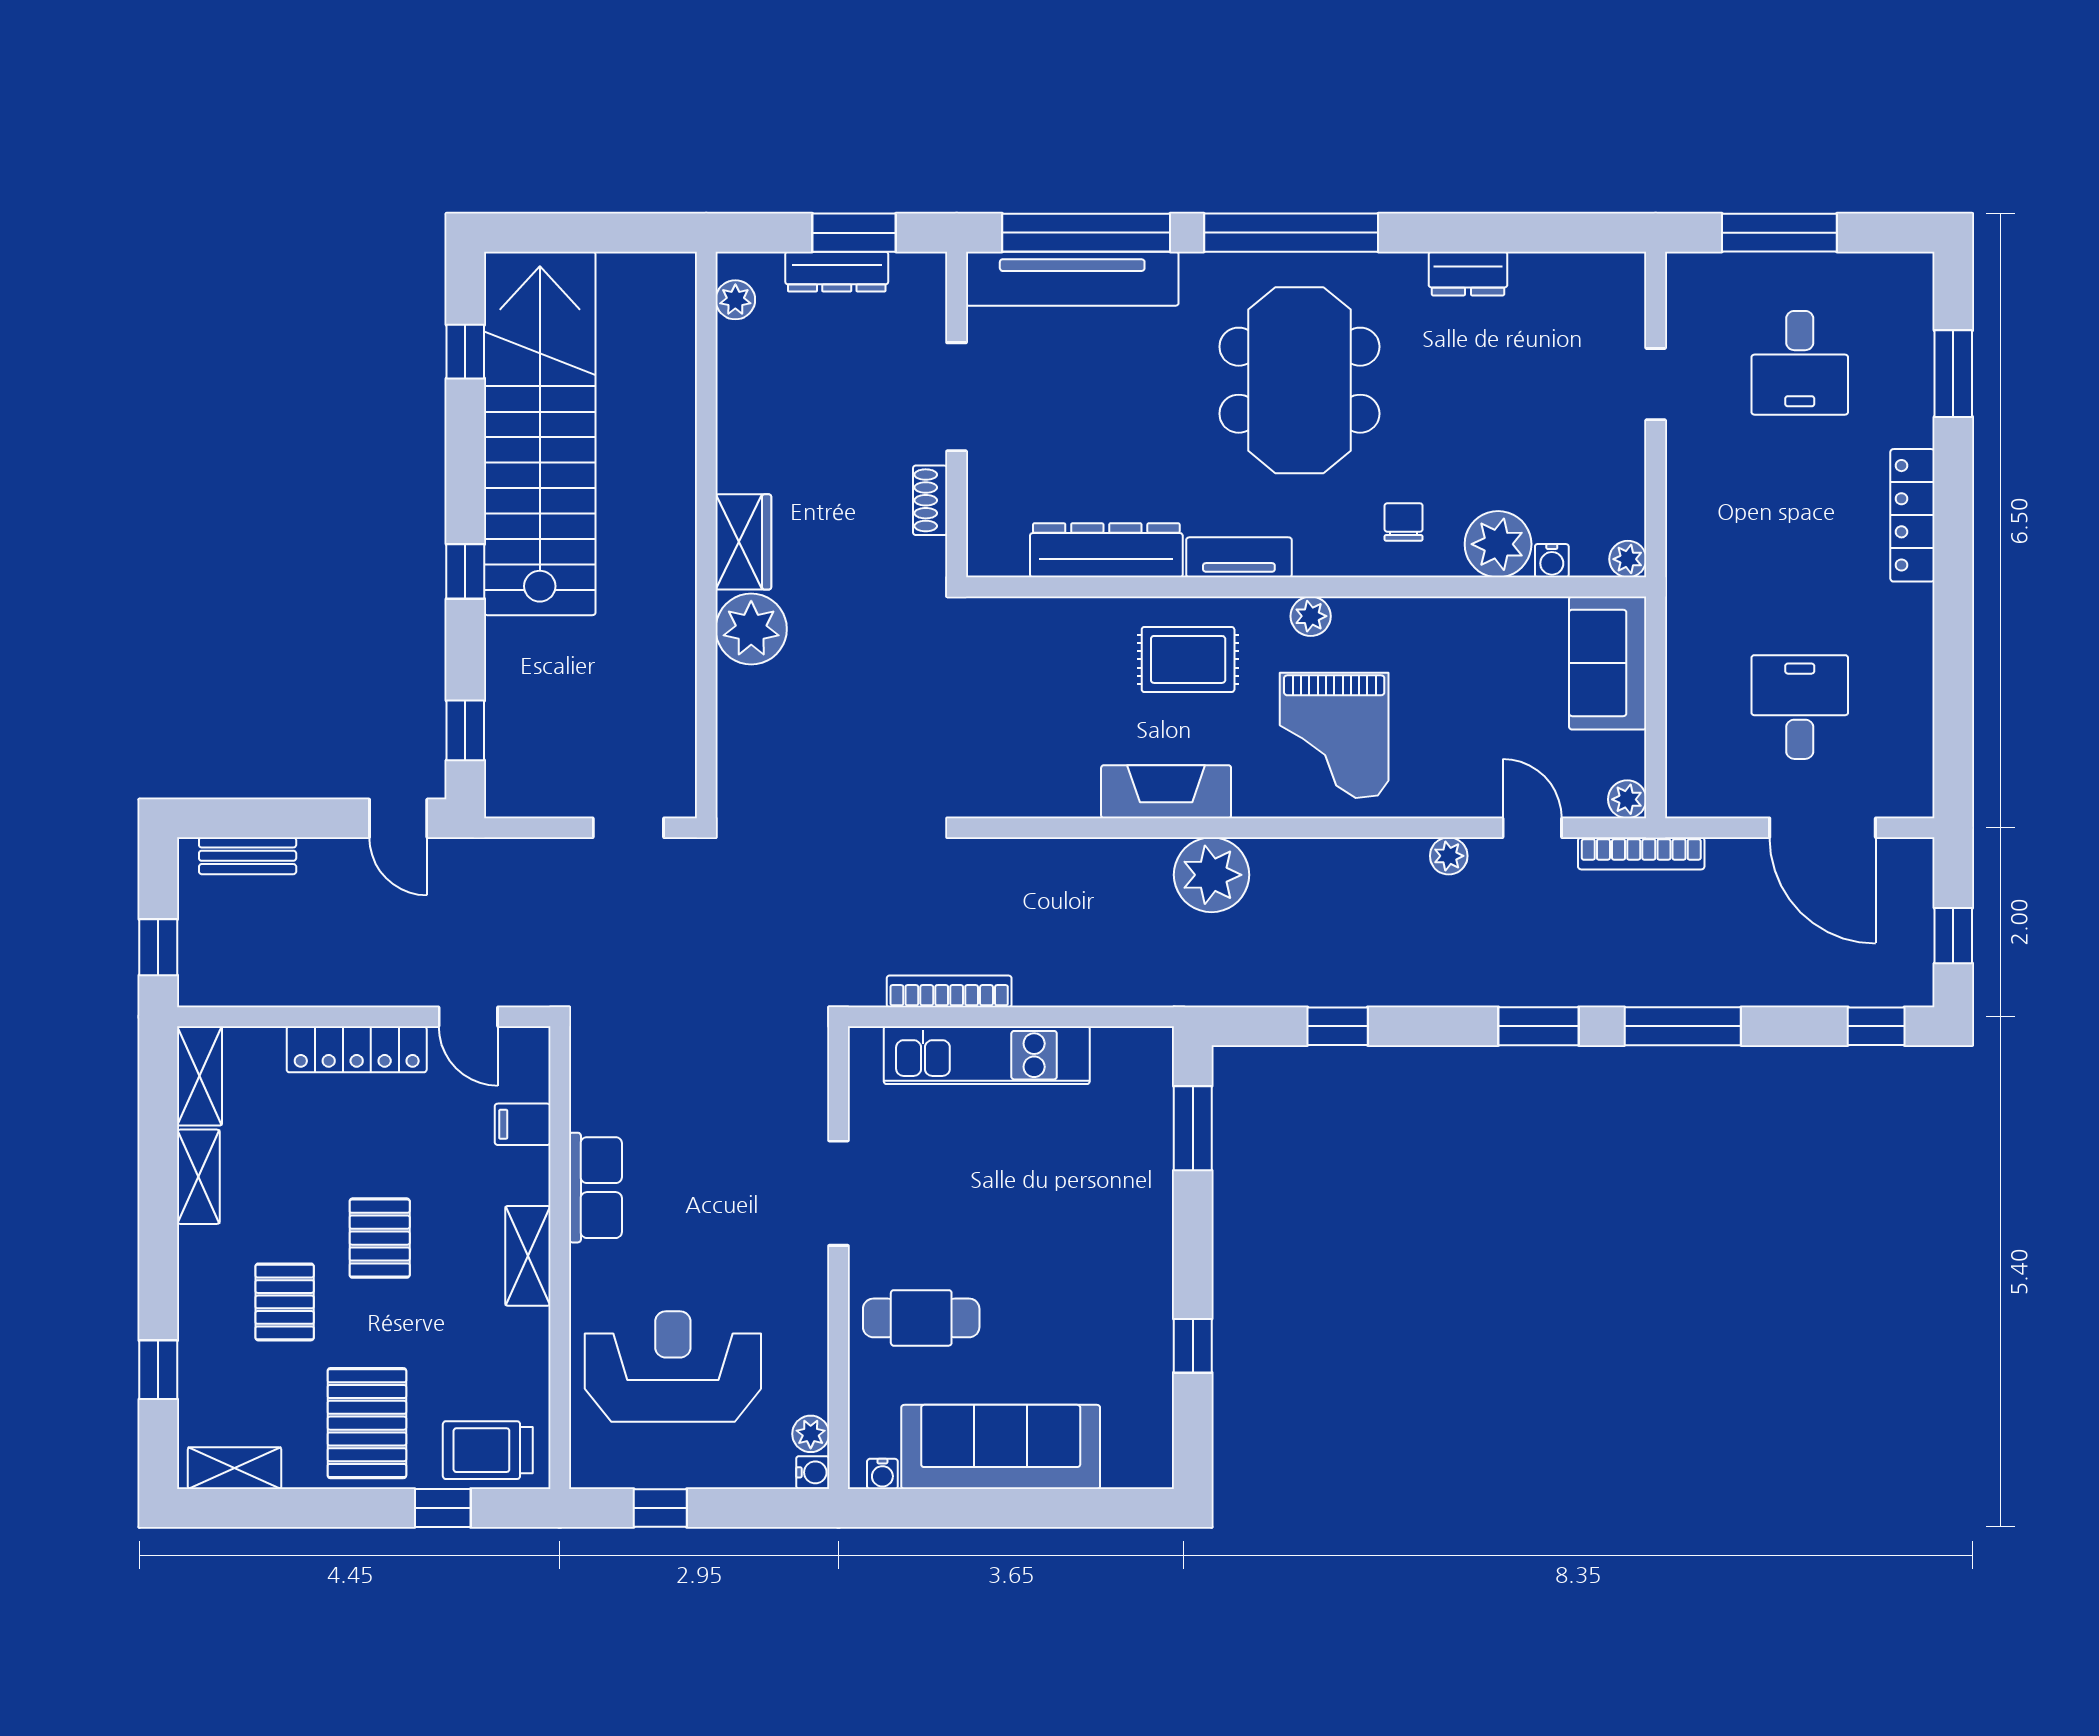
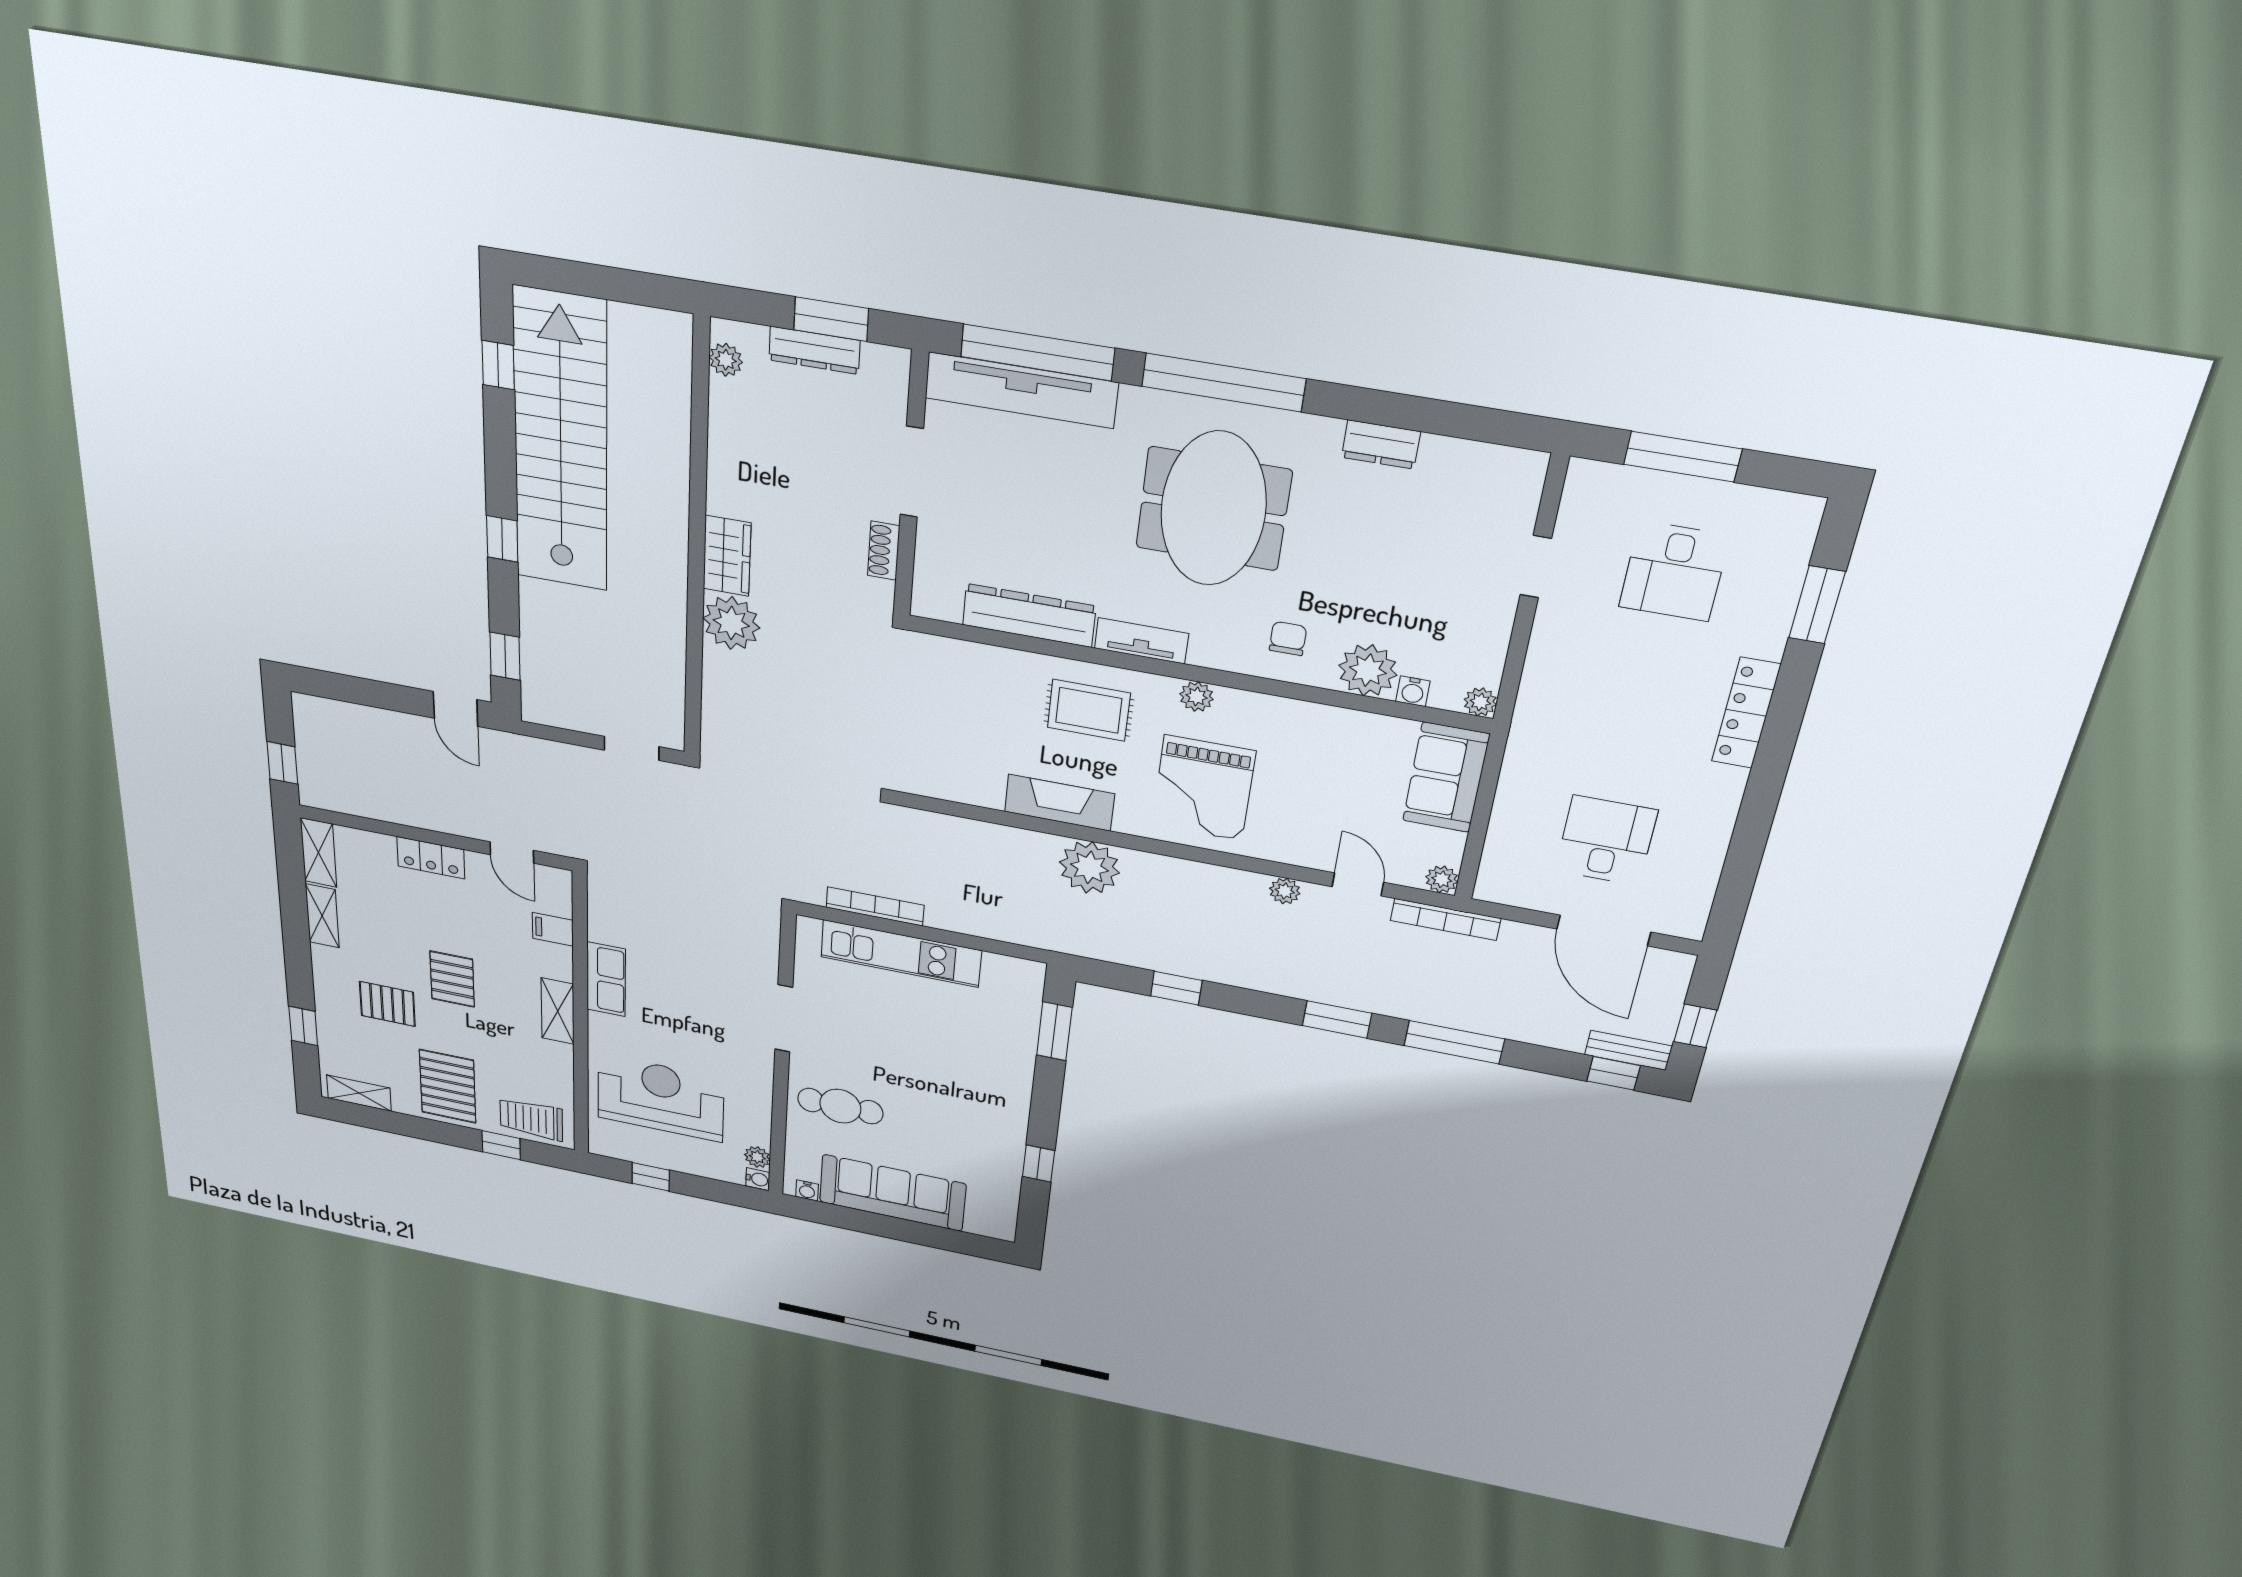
bench: (248, 856) -> (1628, 1050), moved
locker: (357, 1049) -> (431, 858), width x0.66
pallet: (285, 1302) -> (387, 1004), turned 90

